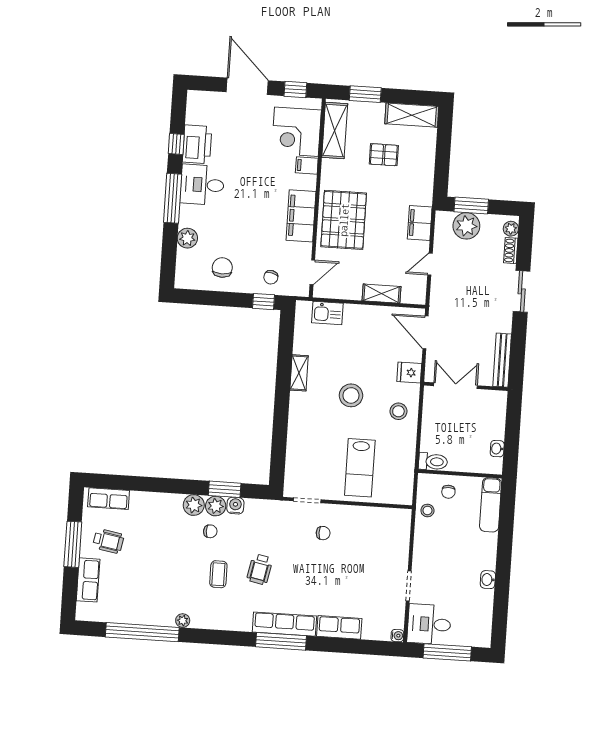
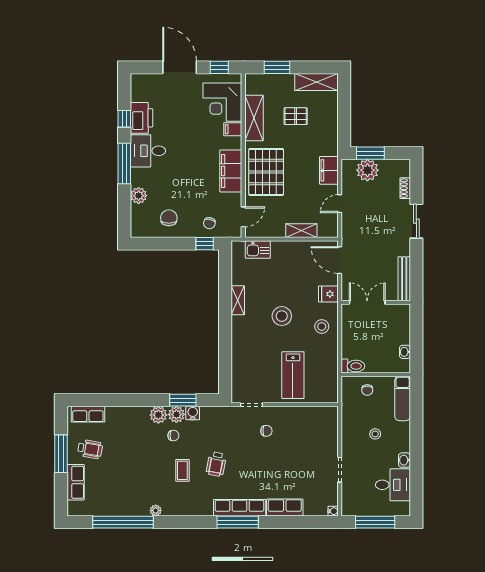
shelving: (335, 131) -> (254, 118), moved
plant: (511, 229) -> (404, 170), removed
stool: (427, 510) -> (375, 434), moved
desk: (429, 624) -> (393, 485), moved, turned 180

